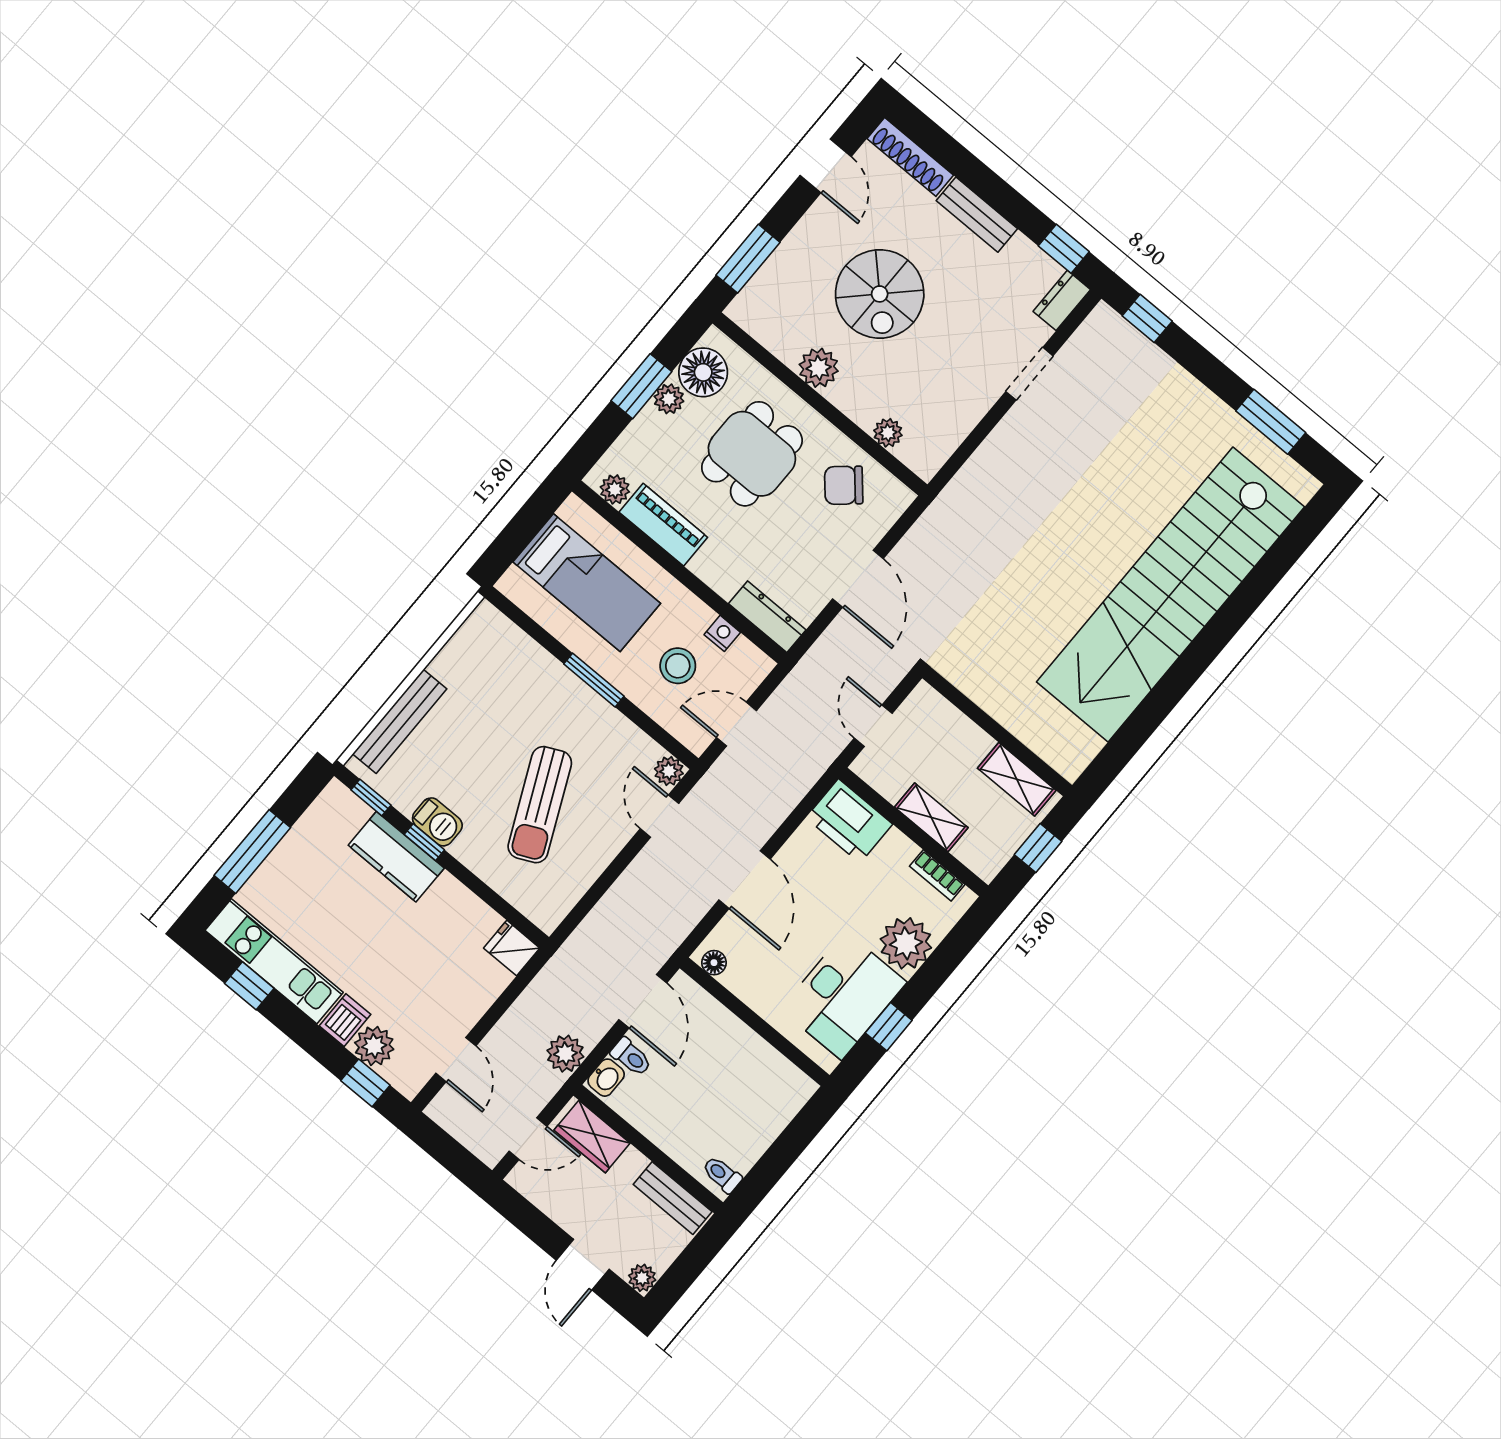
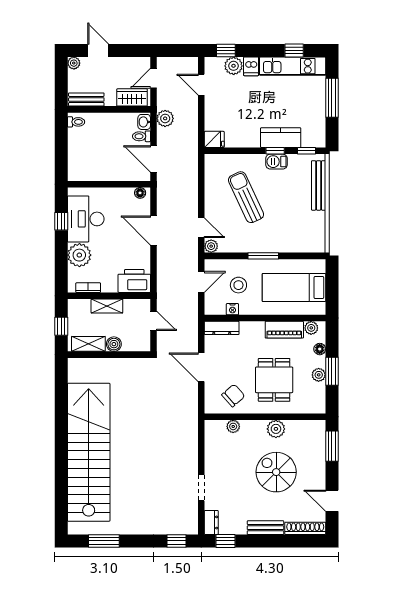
floor lamp: (703, 372) -> (320, 349), moved, width x0.53, depth x0.53
boiler: (974, 743) -> (114, 344), added

